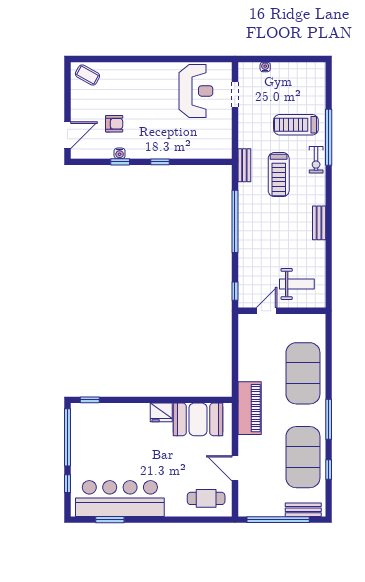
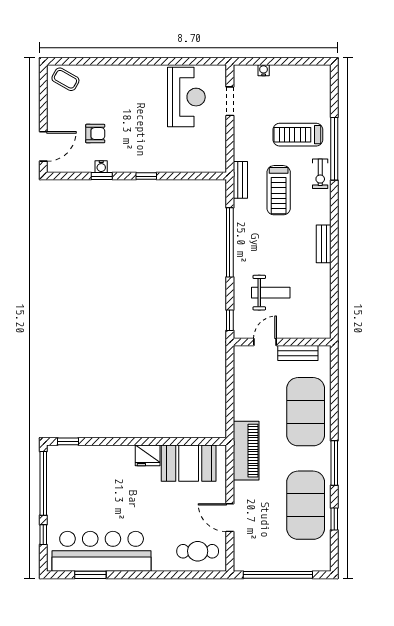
weight bench: (297, 284) -> (271, 293), moved
bench: (303, 510) -> (298, 353), moved

